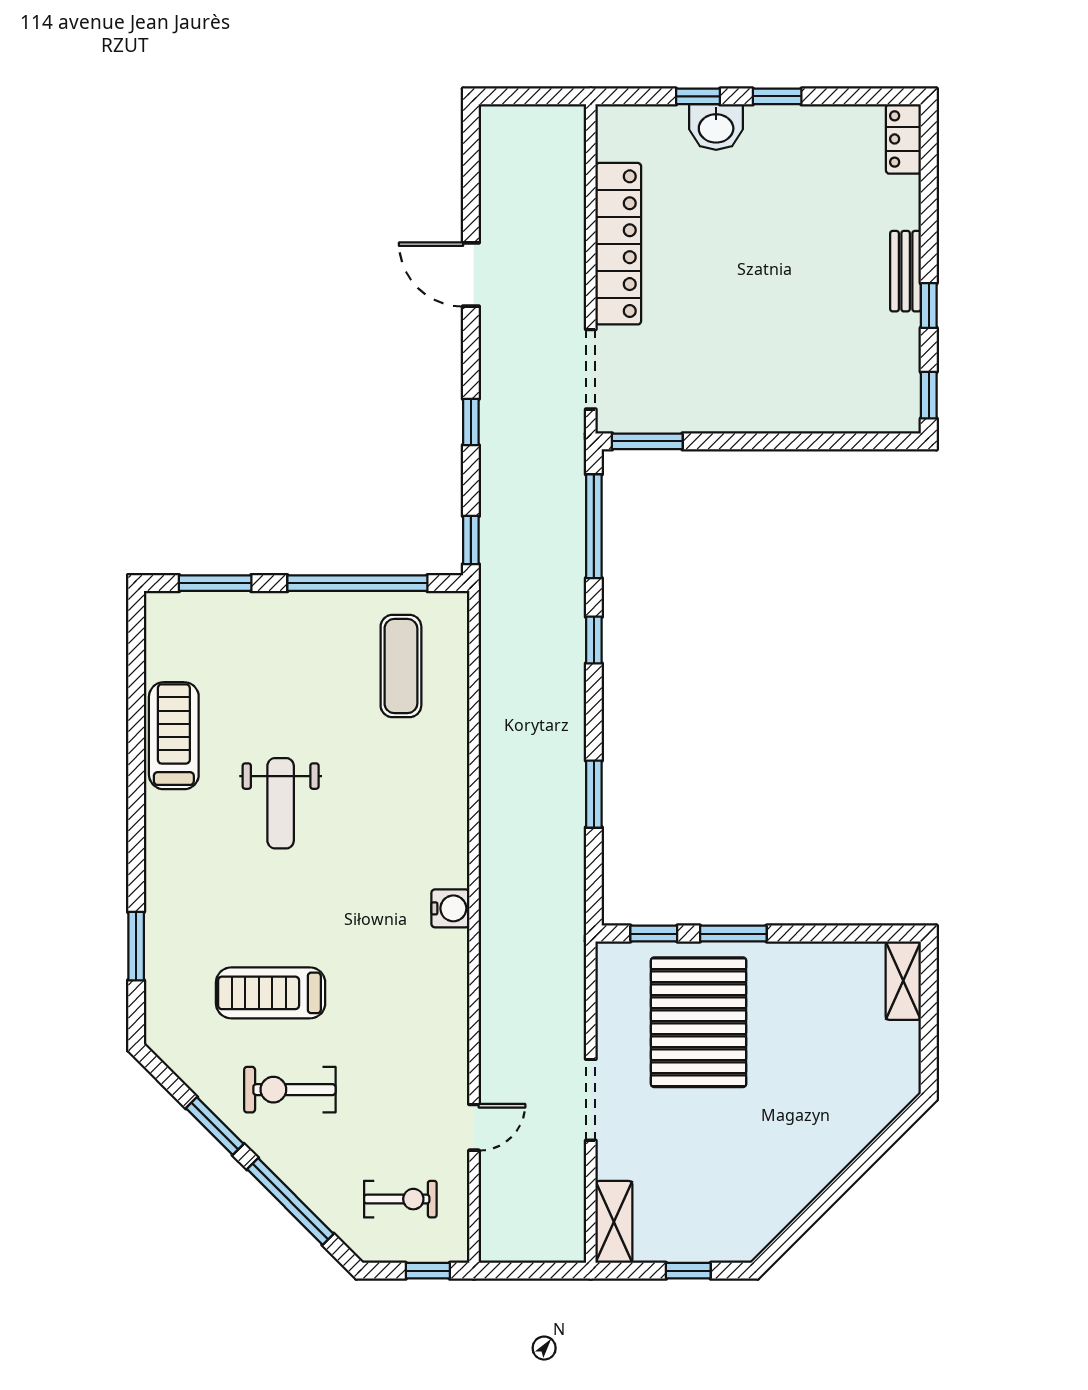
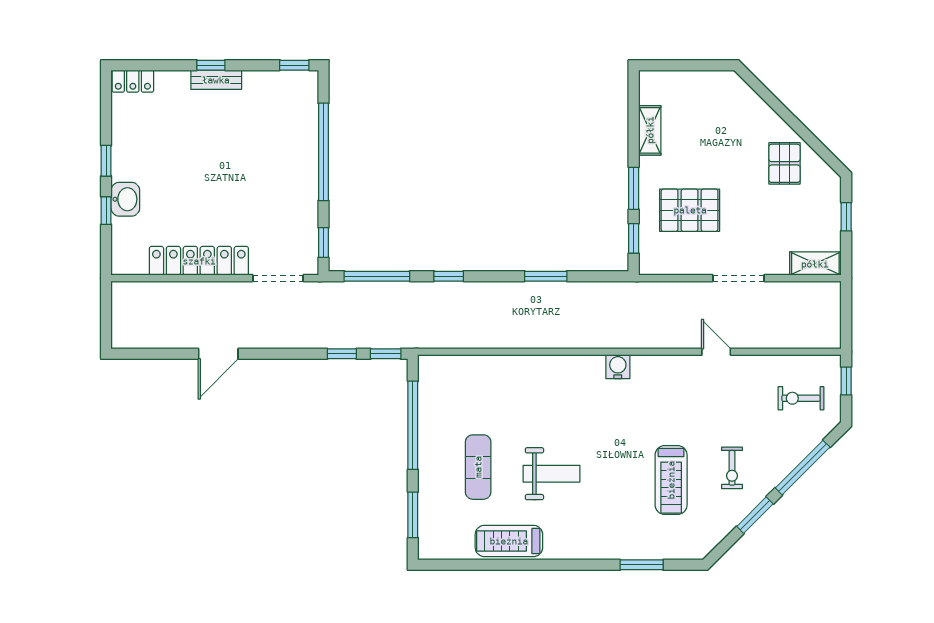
window: (929, 305) -> (211, 65), moved
window: (471, 422) -> (342, 354), moved
window: (647, 441) -> (323, 243), width x0.67
window: (791, 441) -> (323, 152), added
exercise mat: (401, 666) -> (478, 467), moved, turned 90
shelving: (903, 981) -> (650, 130), moved, turned 90
pallet: (699, 1022) -> (690, 210), width x0.73, depth x0.71
exercise bike: (290, 1090) -> (732, 468), width x0.73, depth x0.72
door: (474, 1127) -> (716, 352), moved
pallet: (773, 1173) -> (784, 163), added
exercise bike: (400, 1199) -> (801, 398), turned -90

